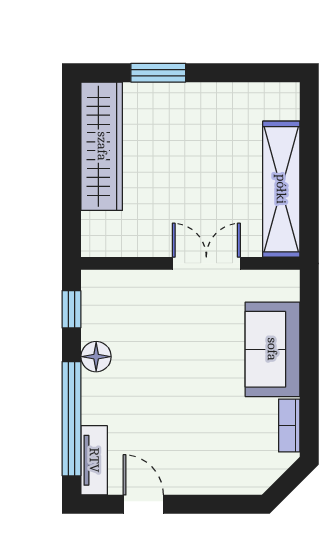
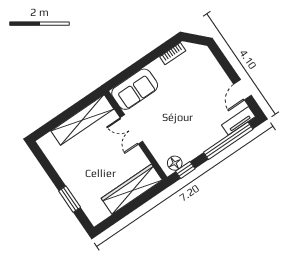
wardrobe: (102, 146) -> (132, 189), moved
sofa: (272, 349) -> (135, 89), moved
floor lamp: (96, 357) -> (175, 163), moved

